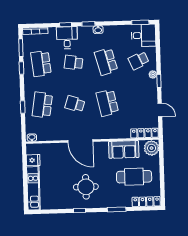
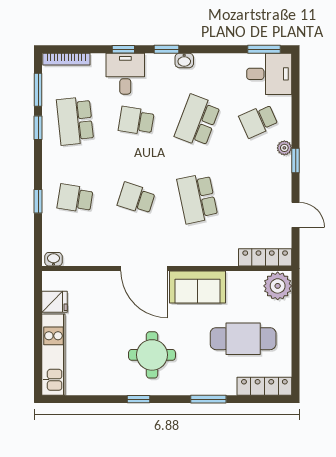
school desk: (106, 62) -> (197, 121), turned 36
school desk: (42, 105) -> (75, 198), width x0.54
sofa: (124, 149) -> (197, 287), moved

